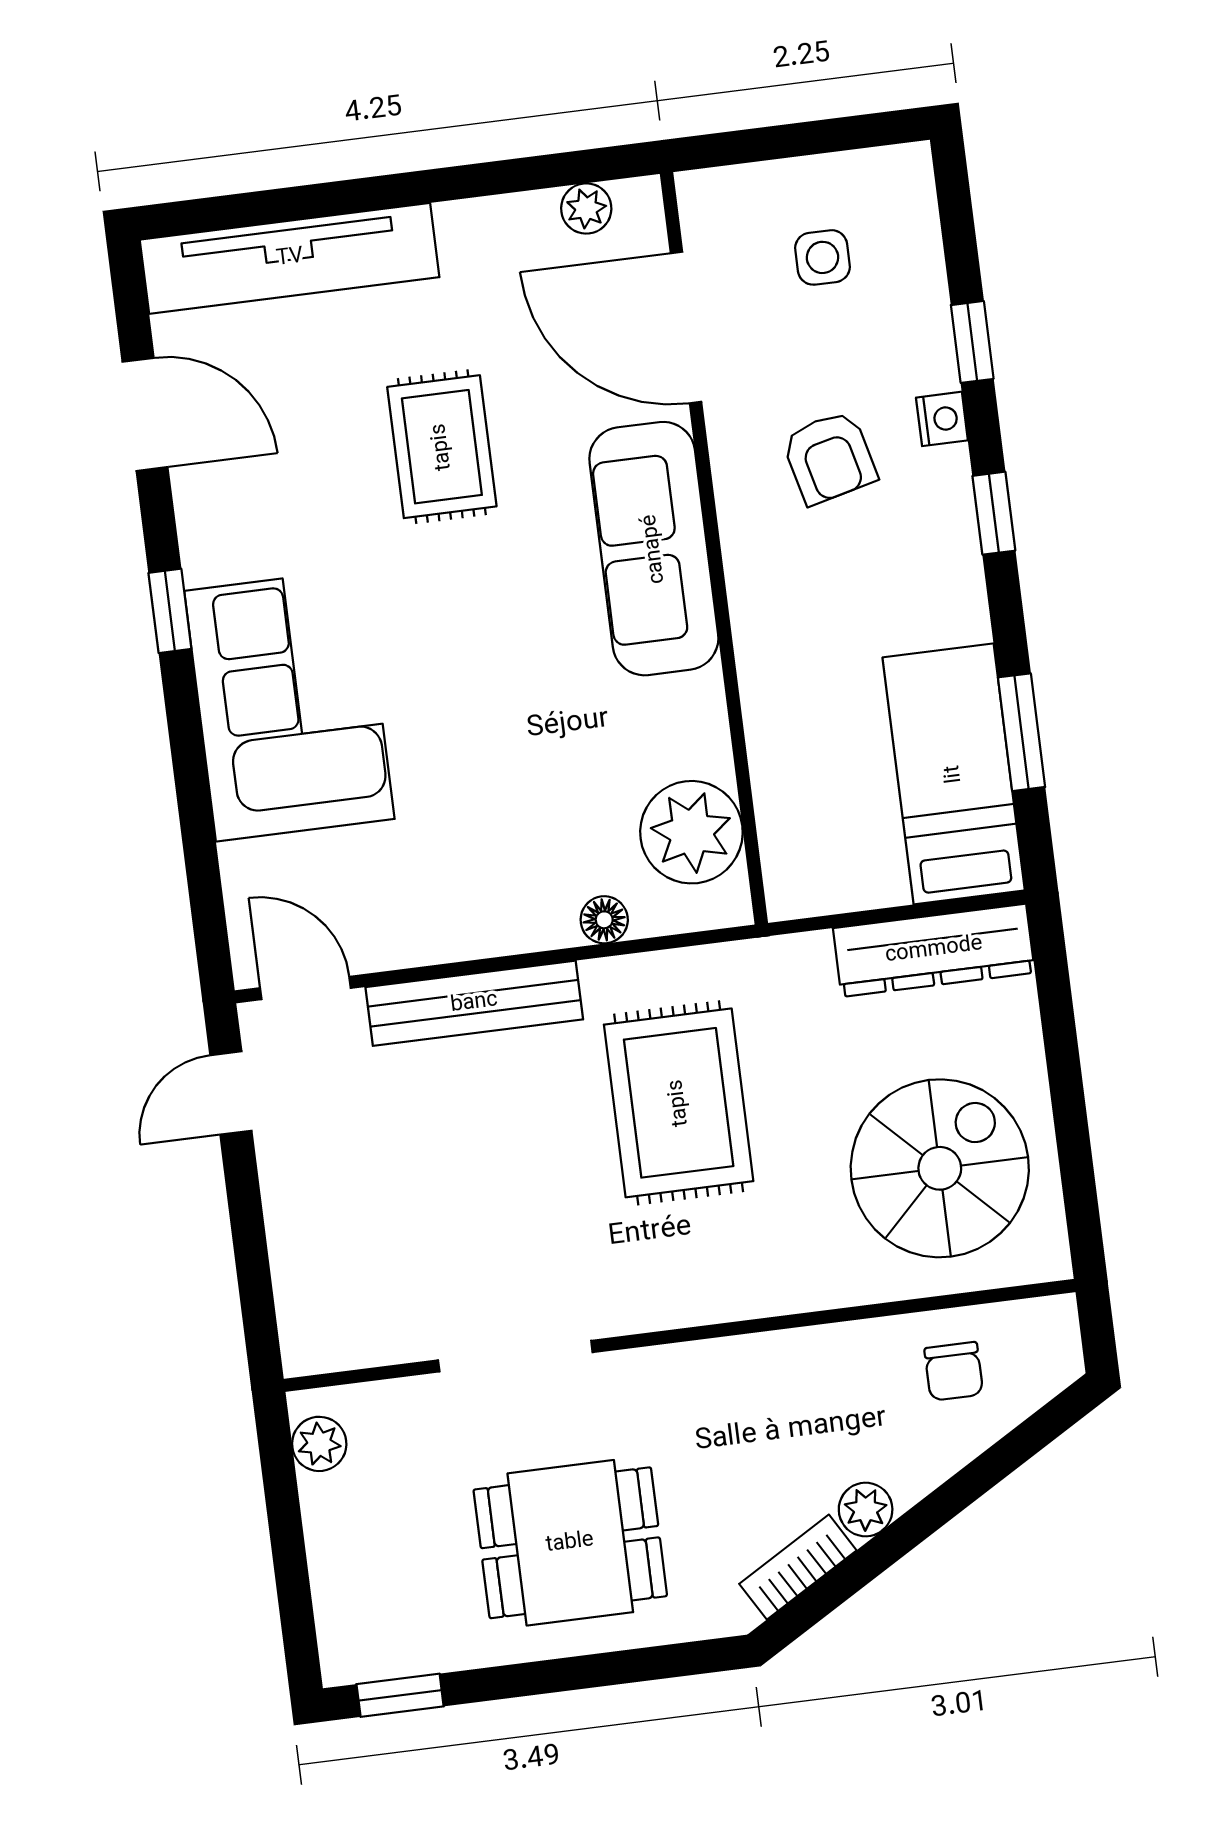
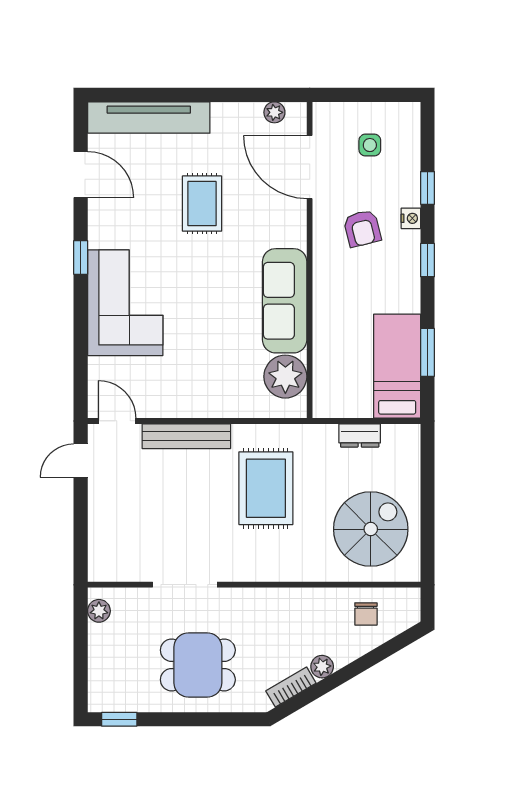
sofa: (654, 549) -> (285, 301), moved
floor lamp: (604, 920) -> (245, 408), removed
dresser: (934, 950) -> (360, 435), width x0.51, depth x0.80

